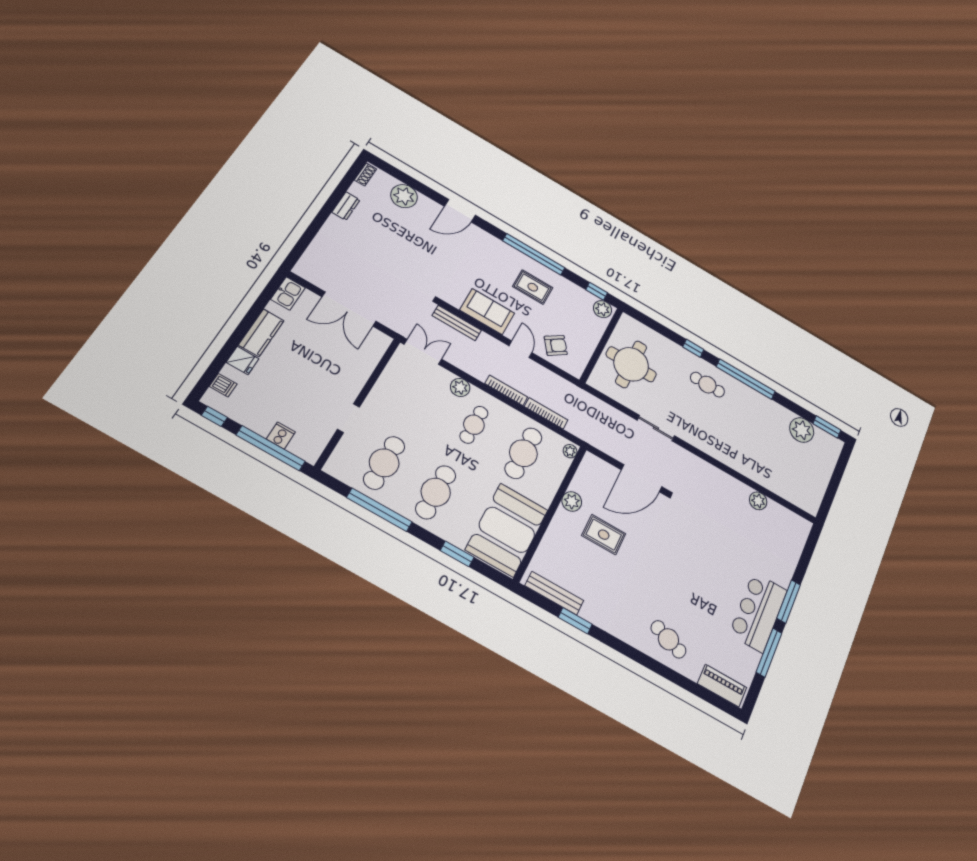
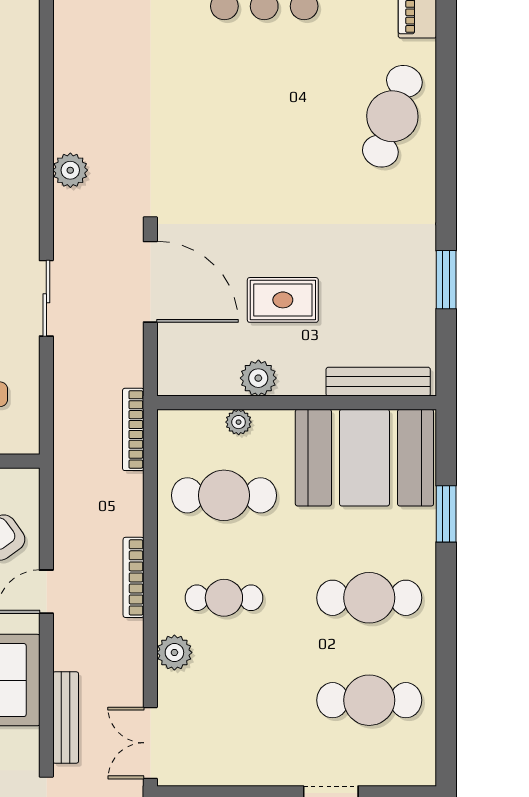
bookcase: (546, 413) -> (133, 429), moved
plant: (570, 451) -> (239, 422), moved
plant: (758, 501) -> (70, 170), moved
window: (379, 510) -> (446, 667), removed
rug: (604, 535) -> (283, 300), turned 90
bench: (554, 593) -> (378, 382), moved, turned 90
cafe table: (668, 639) -> (392, 116), width x1.37, depth x1.35

